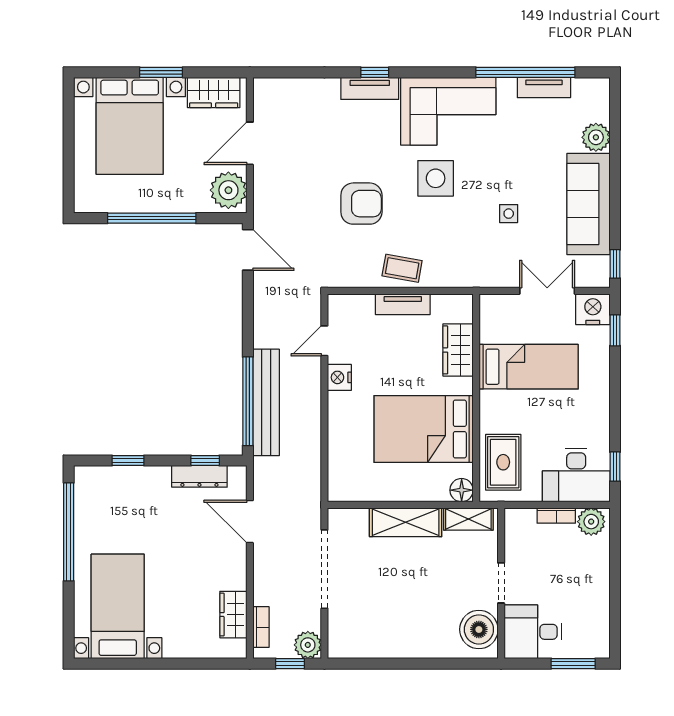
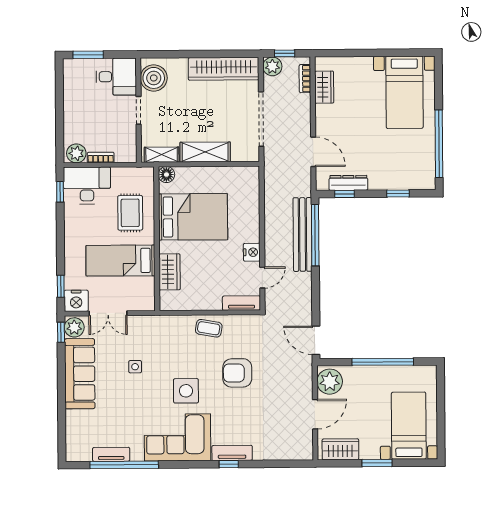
bed with nightstands: (130, 126) -> (409, 426), width x0.73
plant: (596, 137) -> (74, 327), moved
tv unit: (403, 304) -> (241, 303), moved
rug: (503, 462) -> (130, 213), moved
wardrobe: (378, 642) -> (224, 69), added

